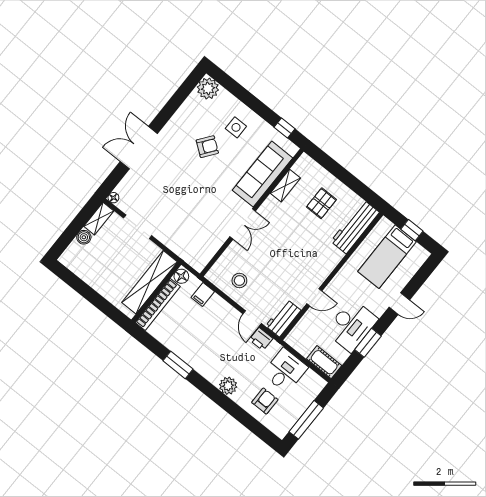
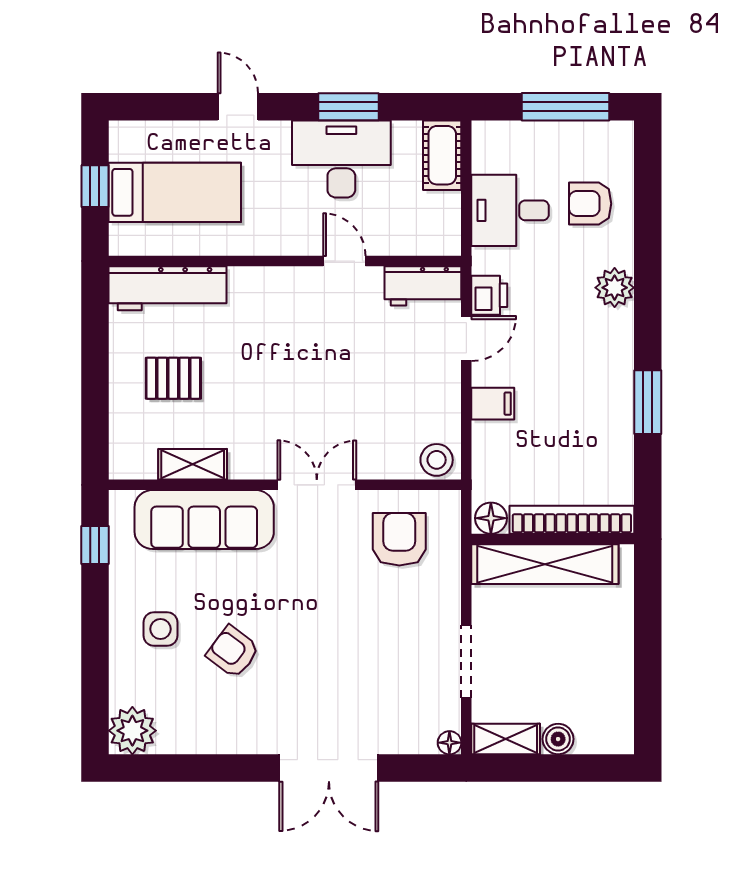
armchair: (200, 238) -> (399, 539), added
stool: (239, 281) -> (437, 460), moved
filing cabinet: (203, 294) -> (493, 404), moved

